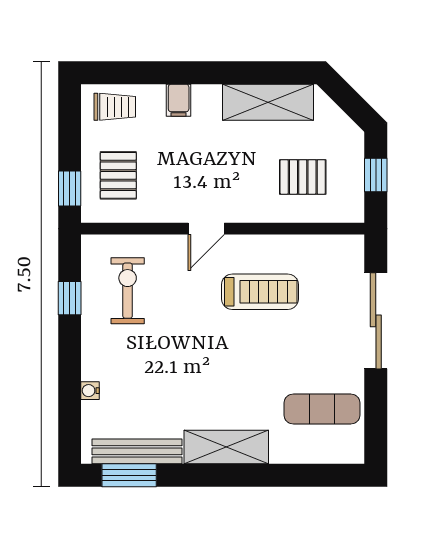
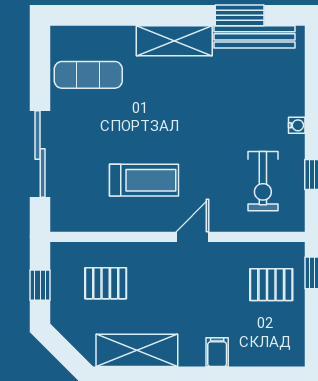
trolley: (115, 107) -> (274, 346), removed
pallet: (118, 175) -> (271, 285), turned 90
treadmill: (260, 292) -> (144, 180), turned 180
water cooler: (90, 391) -> (297, 125), moved
window: (129, 475) -> (240, 15), moved

